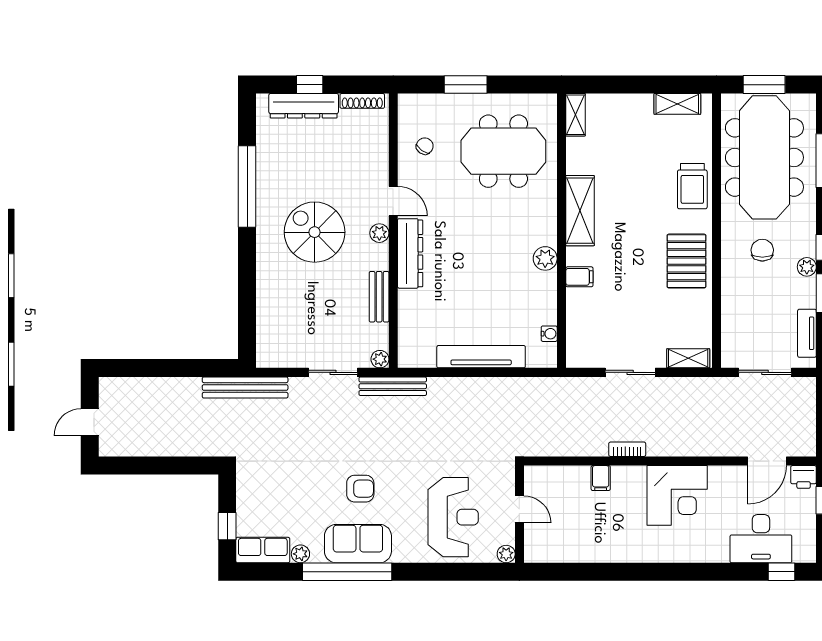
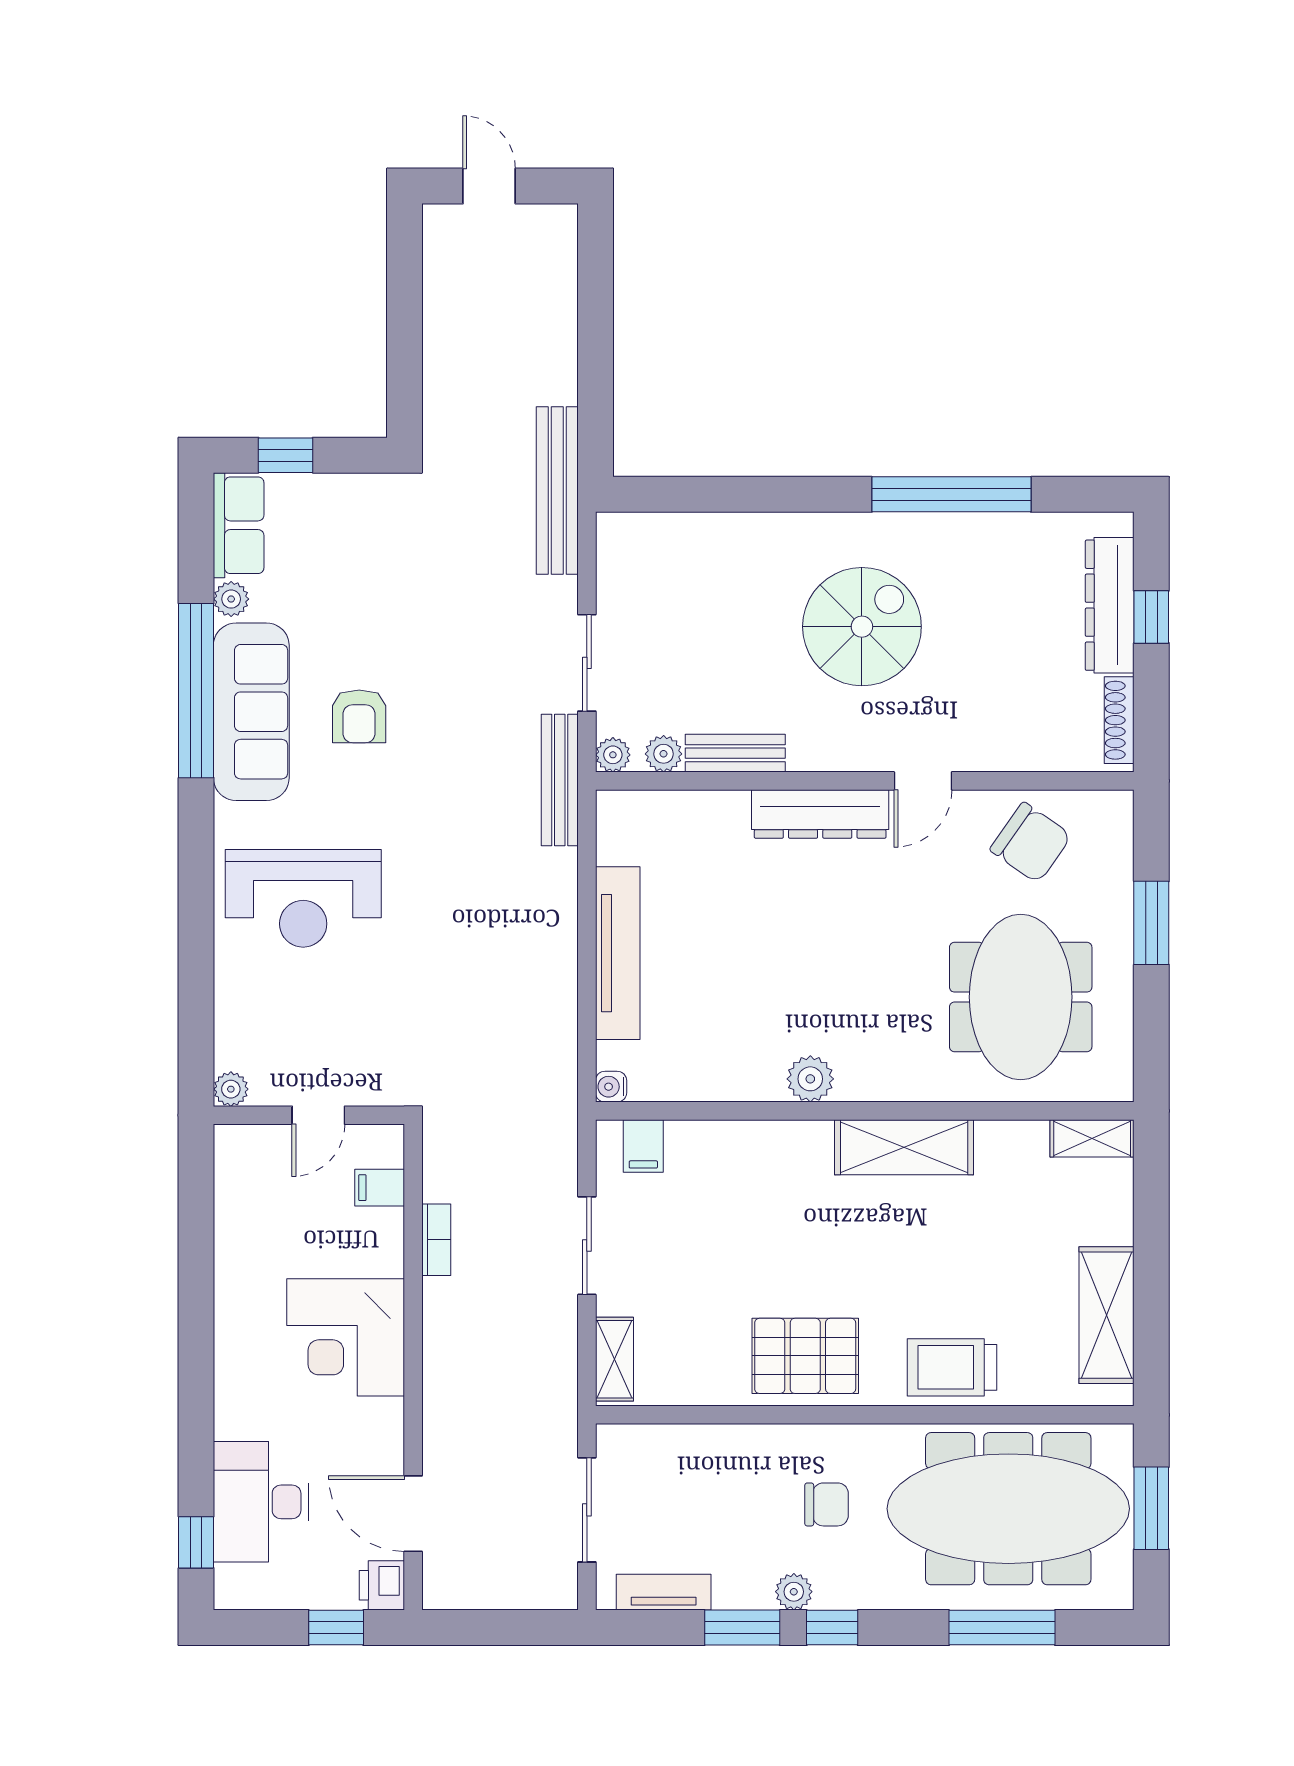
shelving: (677, 104) -> (1107, 1315), width x1.50, depth x1.33
chair: (425, 146) -> (1031, 843), width x1.87, depth x1.87
plant: (379, 233) -> (664, 754), moved
filing cabinet: (579, 277) -> (643, 1146), moved
water cooler: (549, 334) -> (611, 1087), moved, turned 90
door: (519, 509) -> (318, 1115), moved
wall: (519, 514) -> (309, 1115), moved
sofa: (358, 544) -> (251, 712), width x1.36
plant: (506, 554) -> (231, 1089), moved

